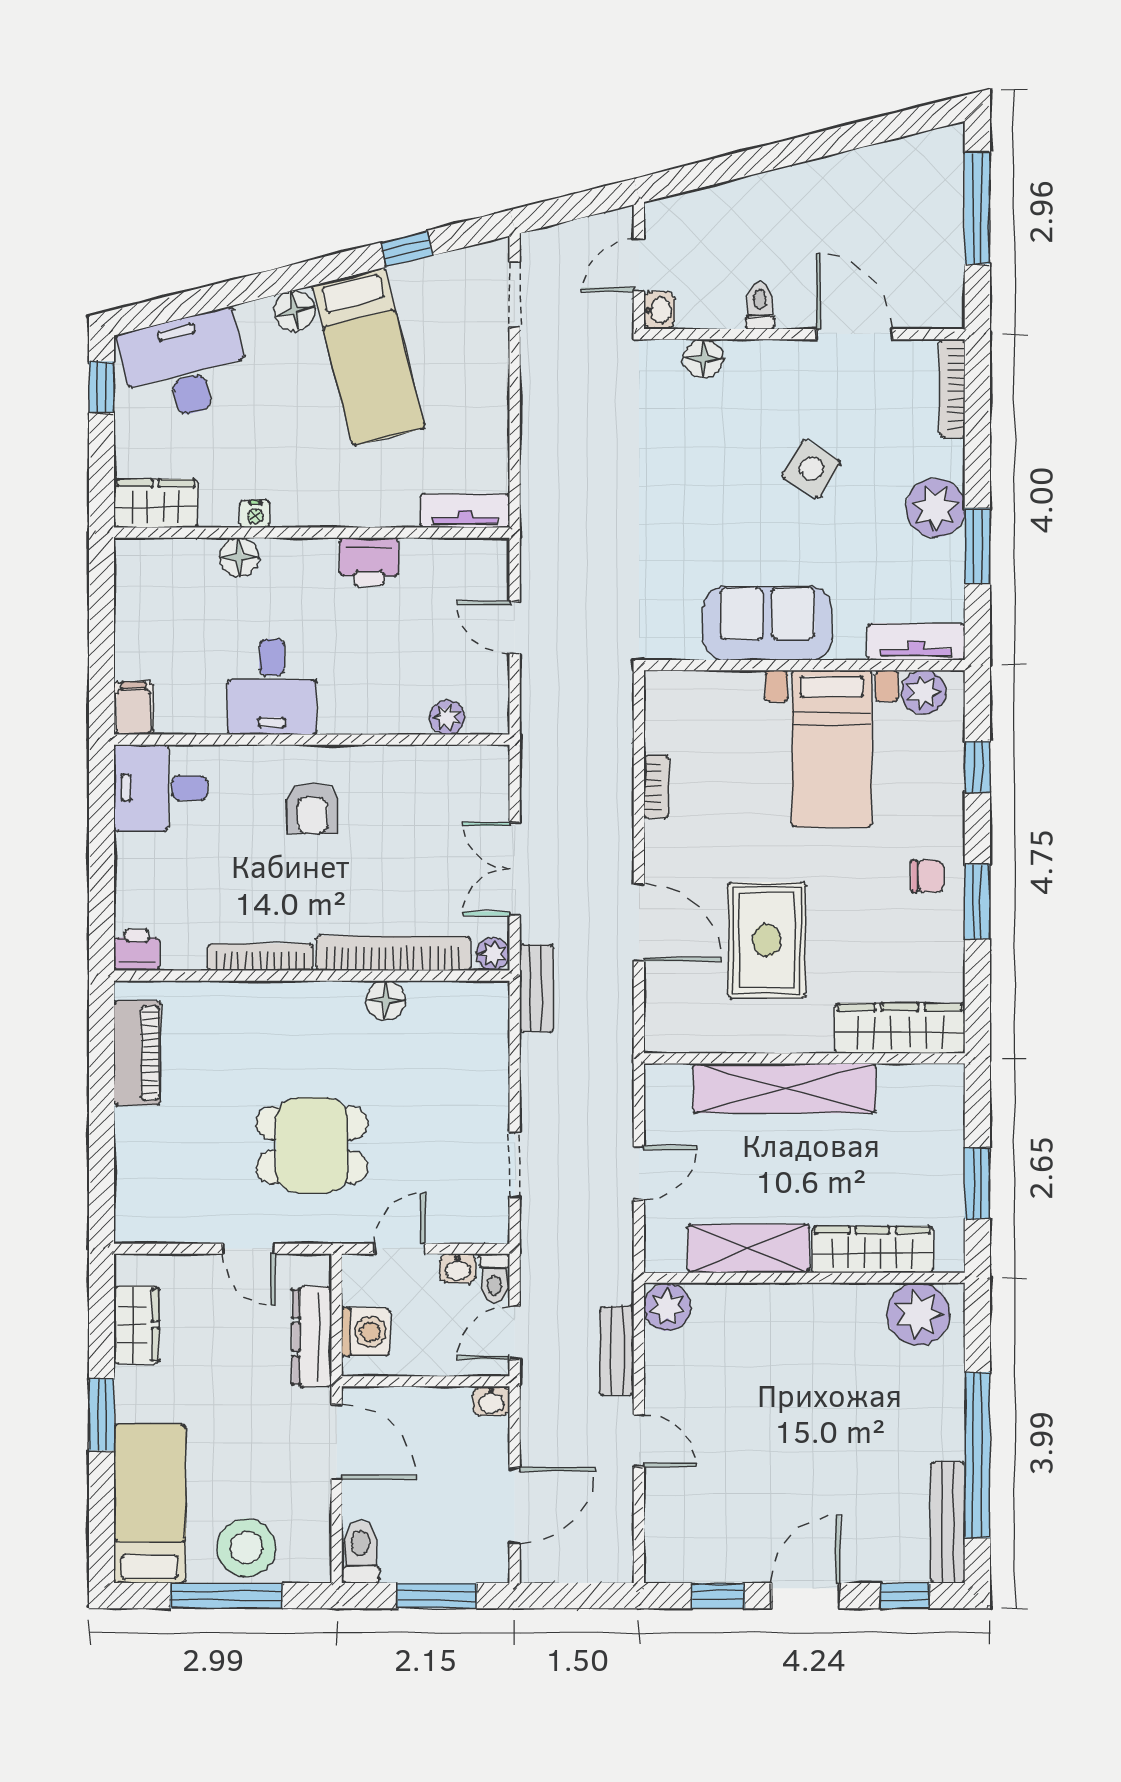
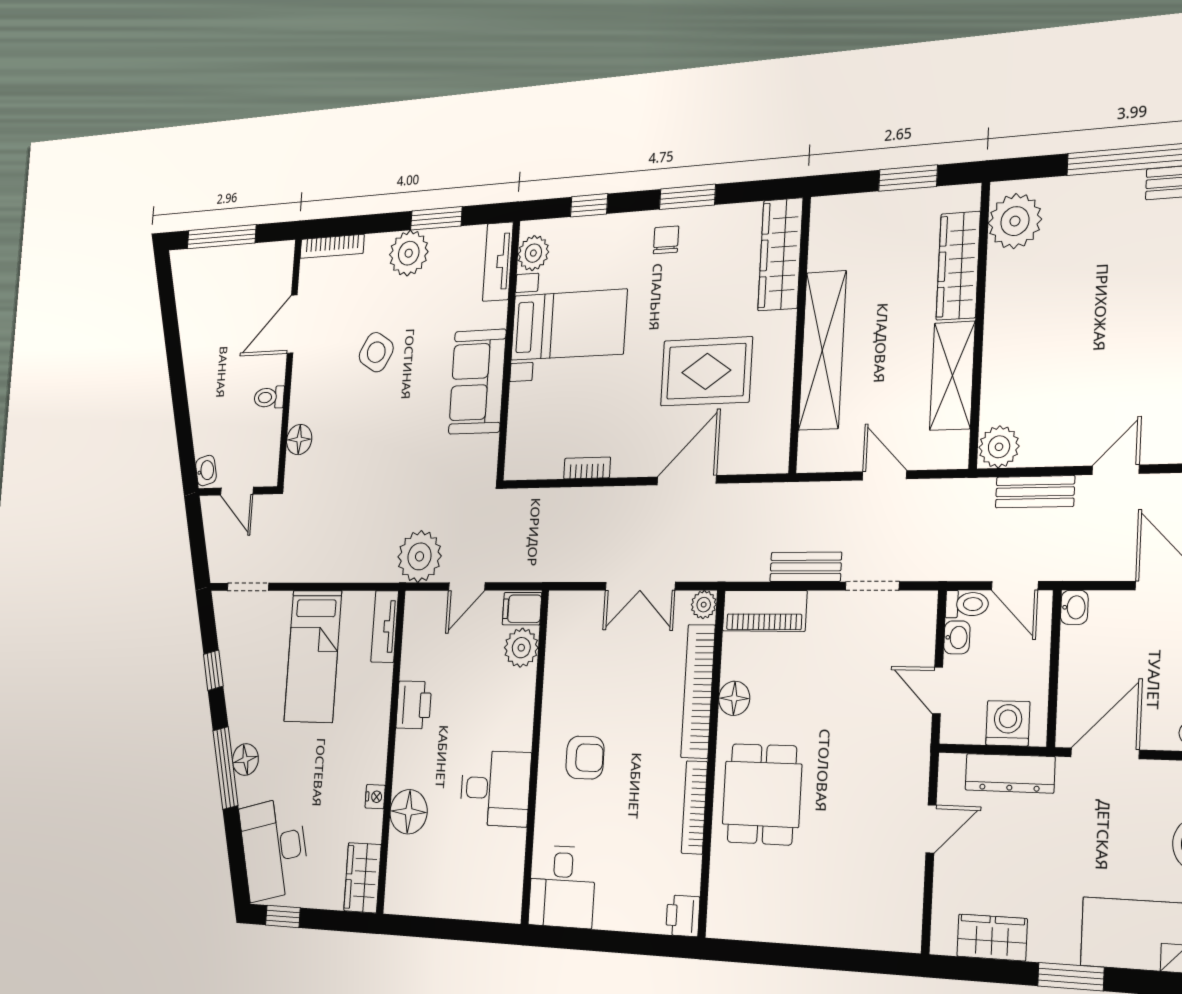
window: (283, 280) -> (225, 768), added
washbasin: (659, 310) -> (206, 471), moved, turned 76
bed: (369, 357) -> (313, 656), moved, turned 104
plant: (552, 555) -> (420, 556), added
floor lamp: (239, 557) -> (409, 812), width x1.38, depth x1.38
filing cabinet: (134, 708) -> (522, 609), moved
plant: (447, 717) -> (521, 648), width x1.38, depth x1.38
bench: (536, 988) -> (806, 567), moved
piano: (137, 1053) -> (765, 611), moved, turned 180
dining table: (312, 1145) -> (762, 794), moved

